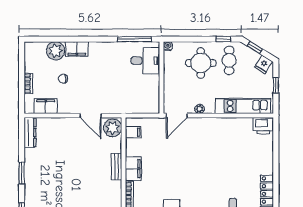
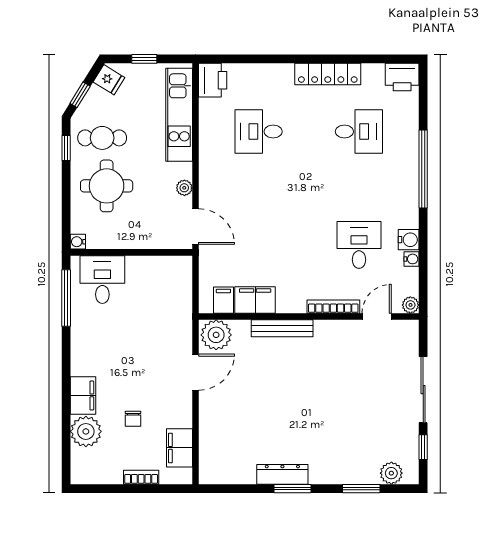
dresser: (30, 133) -> (282, 474), moved
desk: (233, 153) -> (259, 132), added
bench: (117, 167) -> (282, 328), width x1.36
filing cabinet: (133, 169) -> (255, 300), moved

